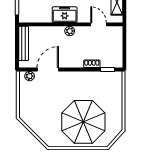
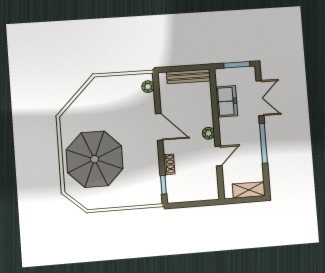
freezer: (65, 15) -> (227, 101), moved
door: (98, 24) -> (219, 156), moved
door: (48, 70) -> (159, 127), moved

